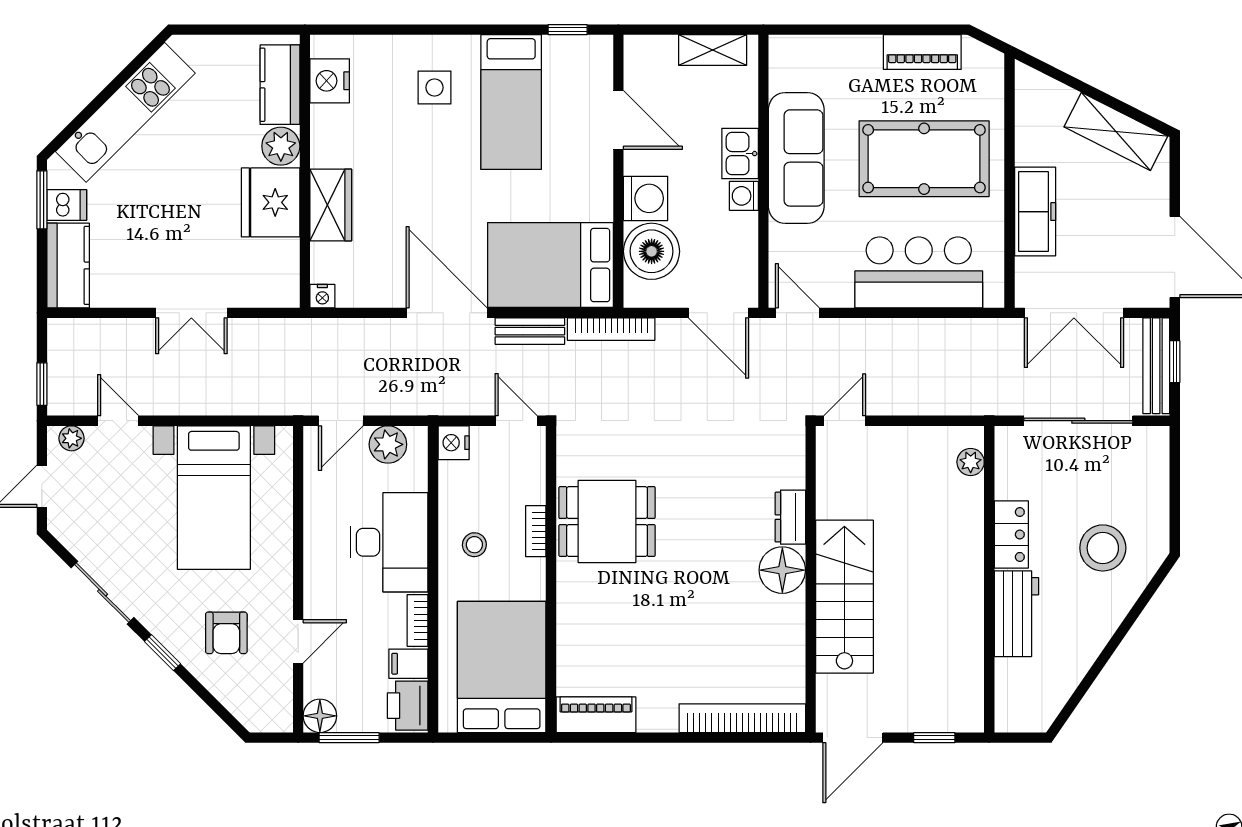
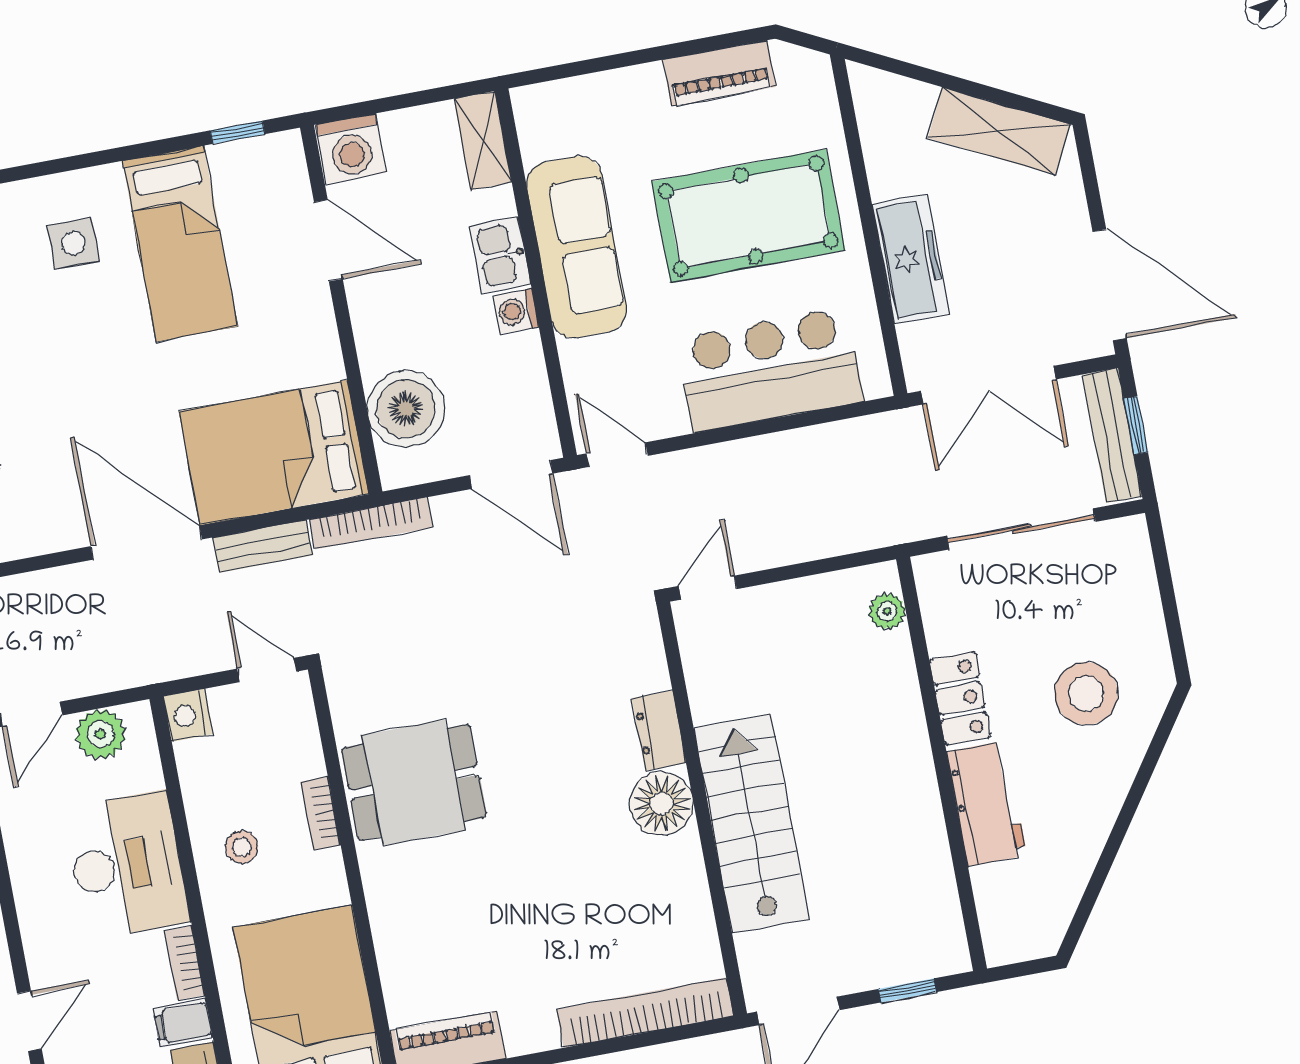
shelving: (713, 50) -> (483, 141), moved, turned 90
washing machine: (646, 198) -> (351, 149), moved, turned 90

